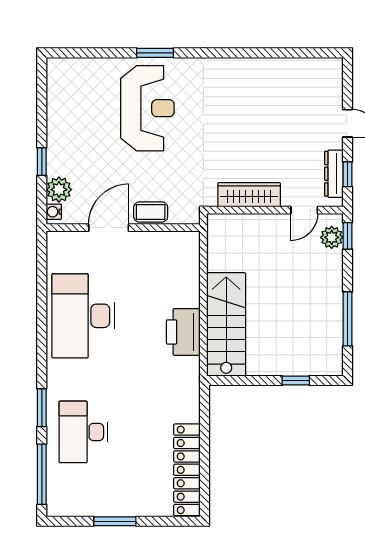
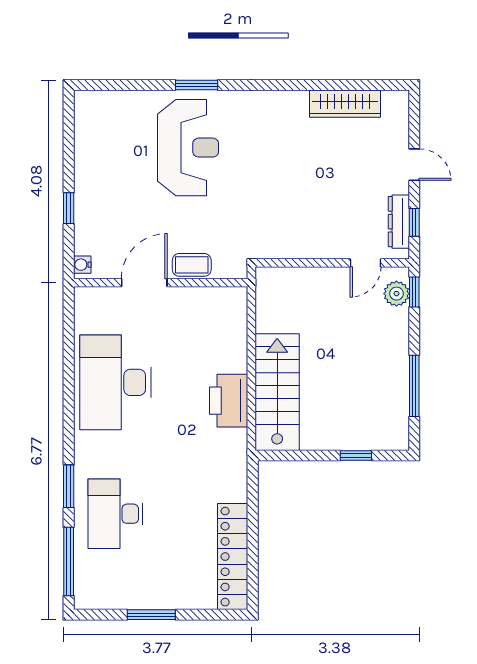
plant: (59, 190) -> (88, 240), removed
wardrobe: (249, 195) -> (345, 104), moved, turned 180

